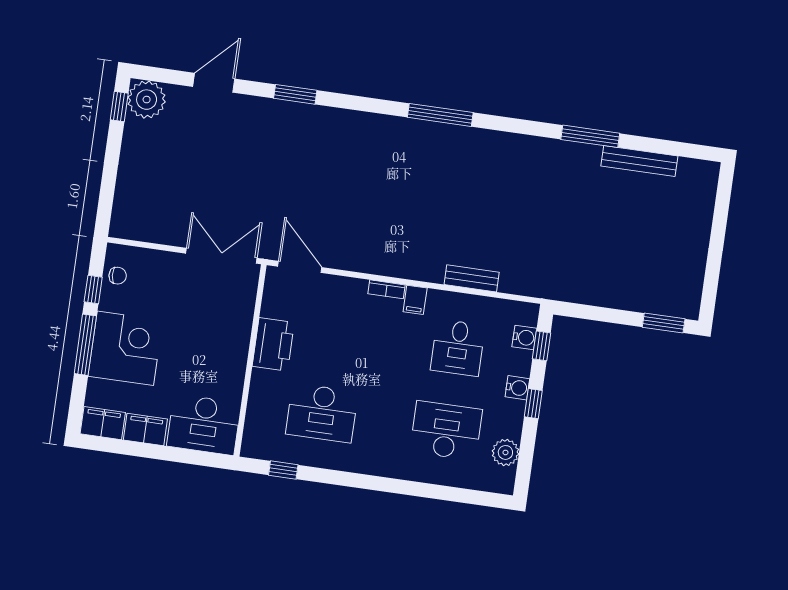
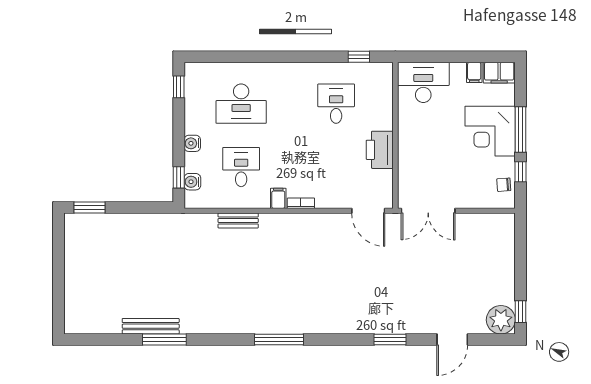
bench: (639, 161) -> (151, 326), moved
window: (533, 404) -> (179, 87), moved
desk: (322, 413) -> (336, 104), width x0.73
filing cabinet: (145, 429) -> (474, 72), width x0.50
plant: (505, 452) -> (194, 94), removed

